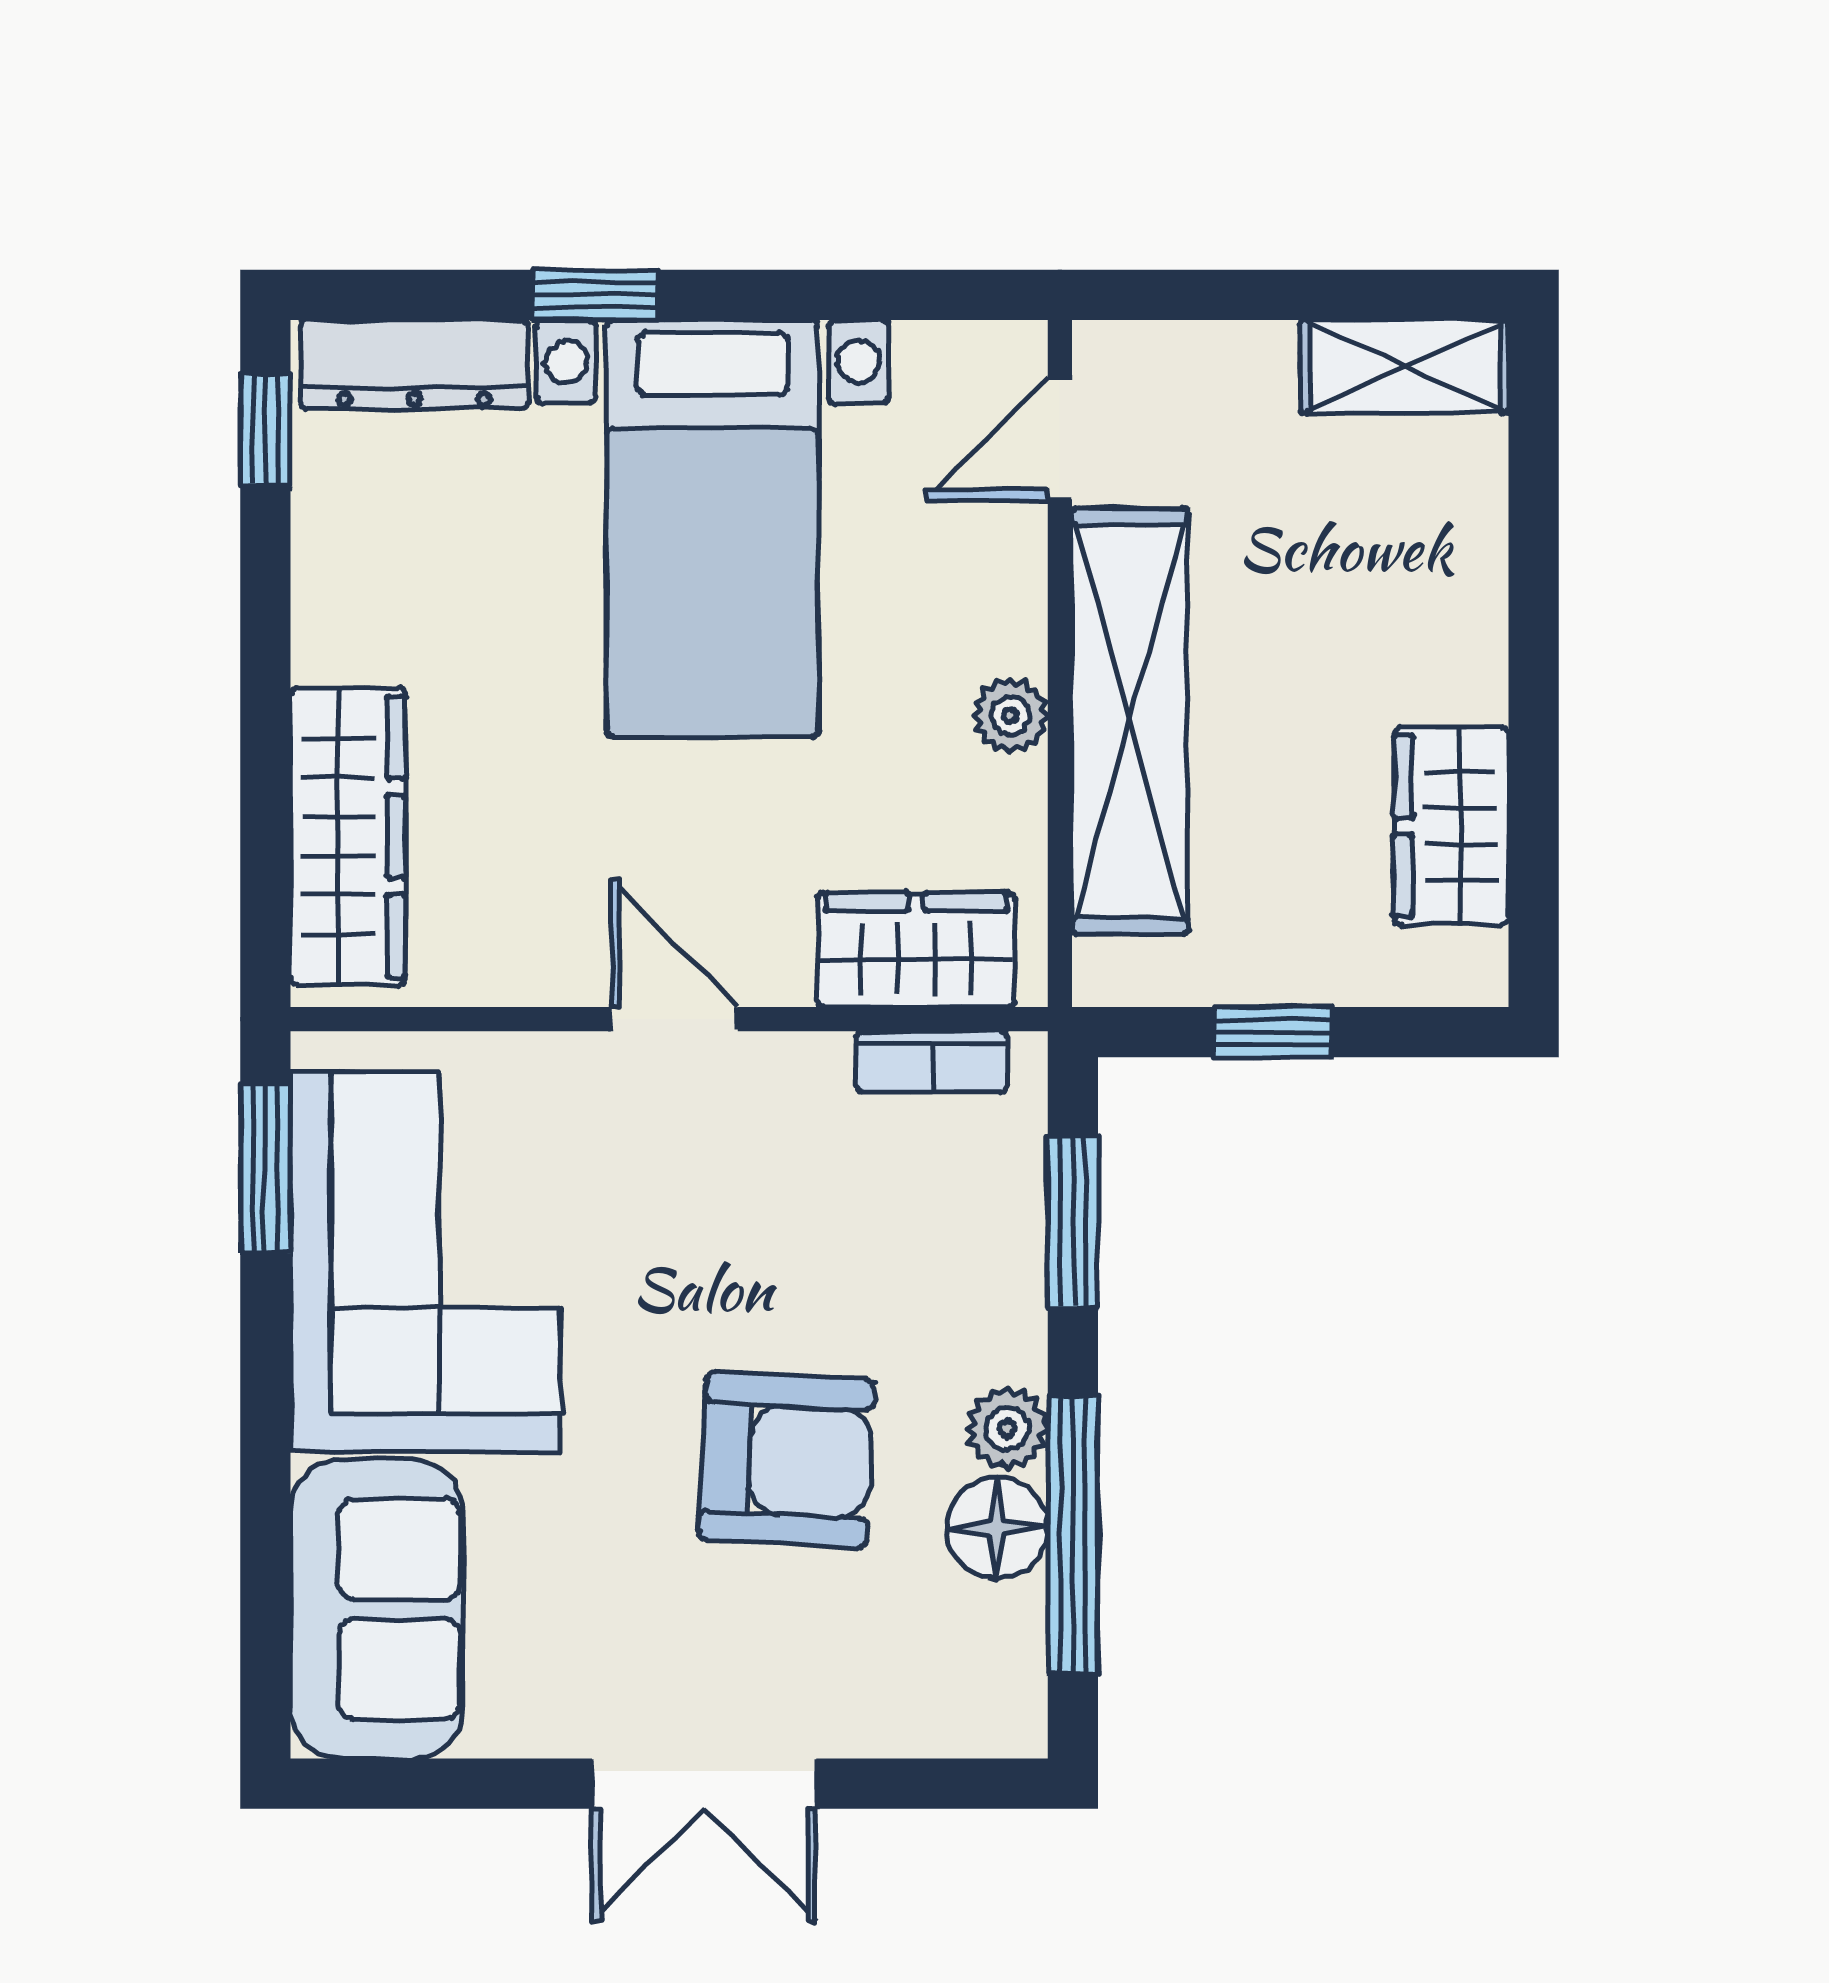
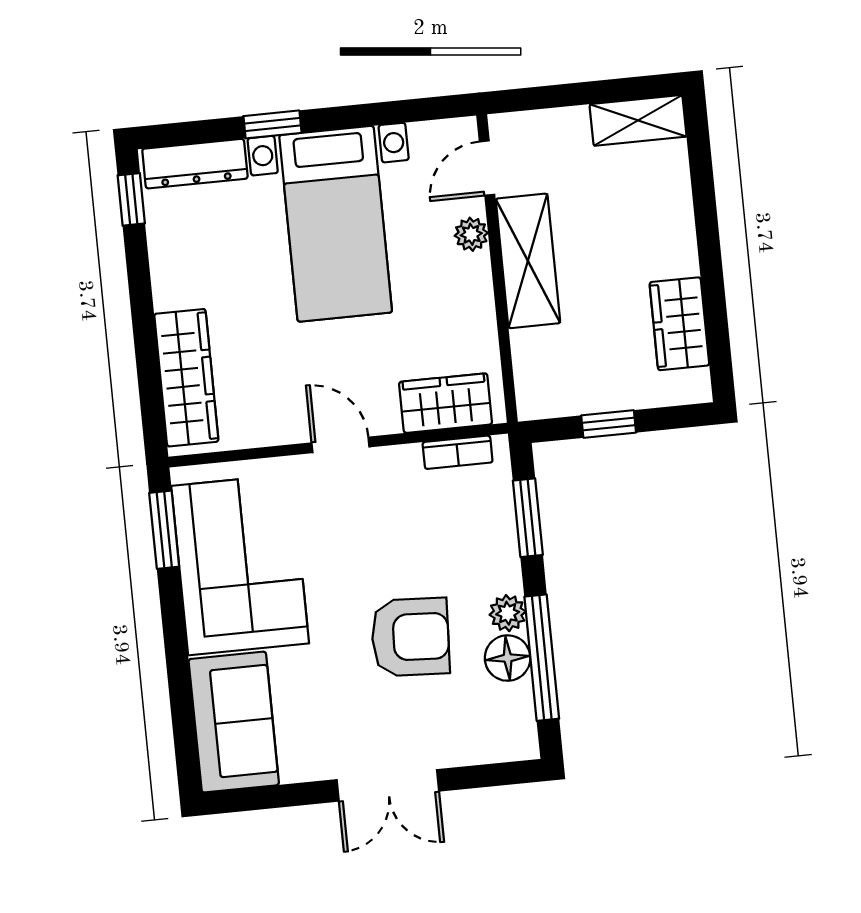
plant: (1010, 716) -> (471, 234), moved
shelving: (1130, 721) -> (528, 261), width x0.68

